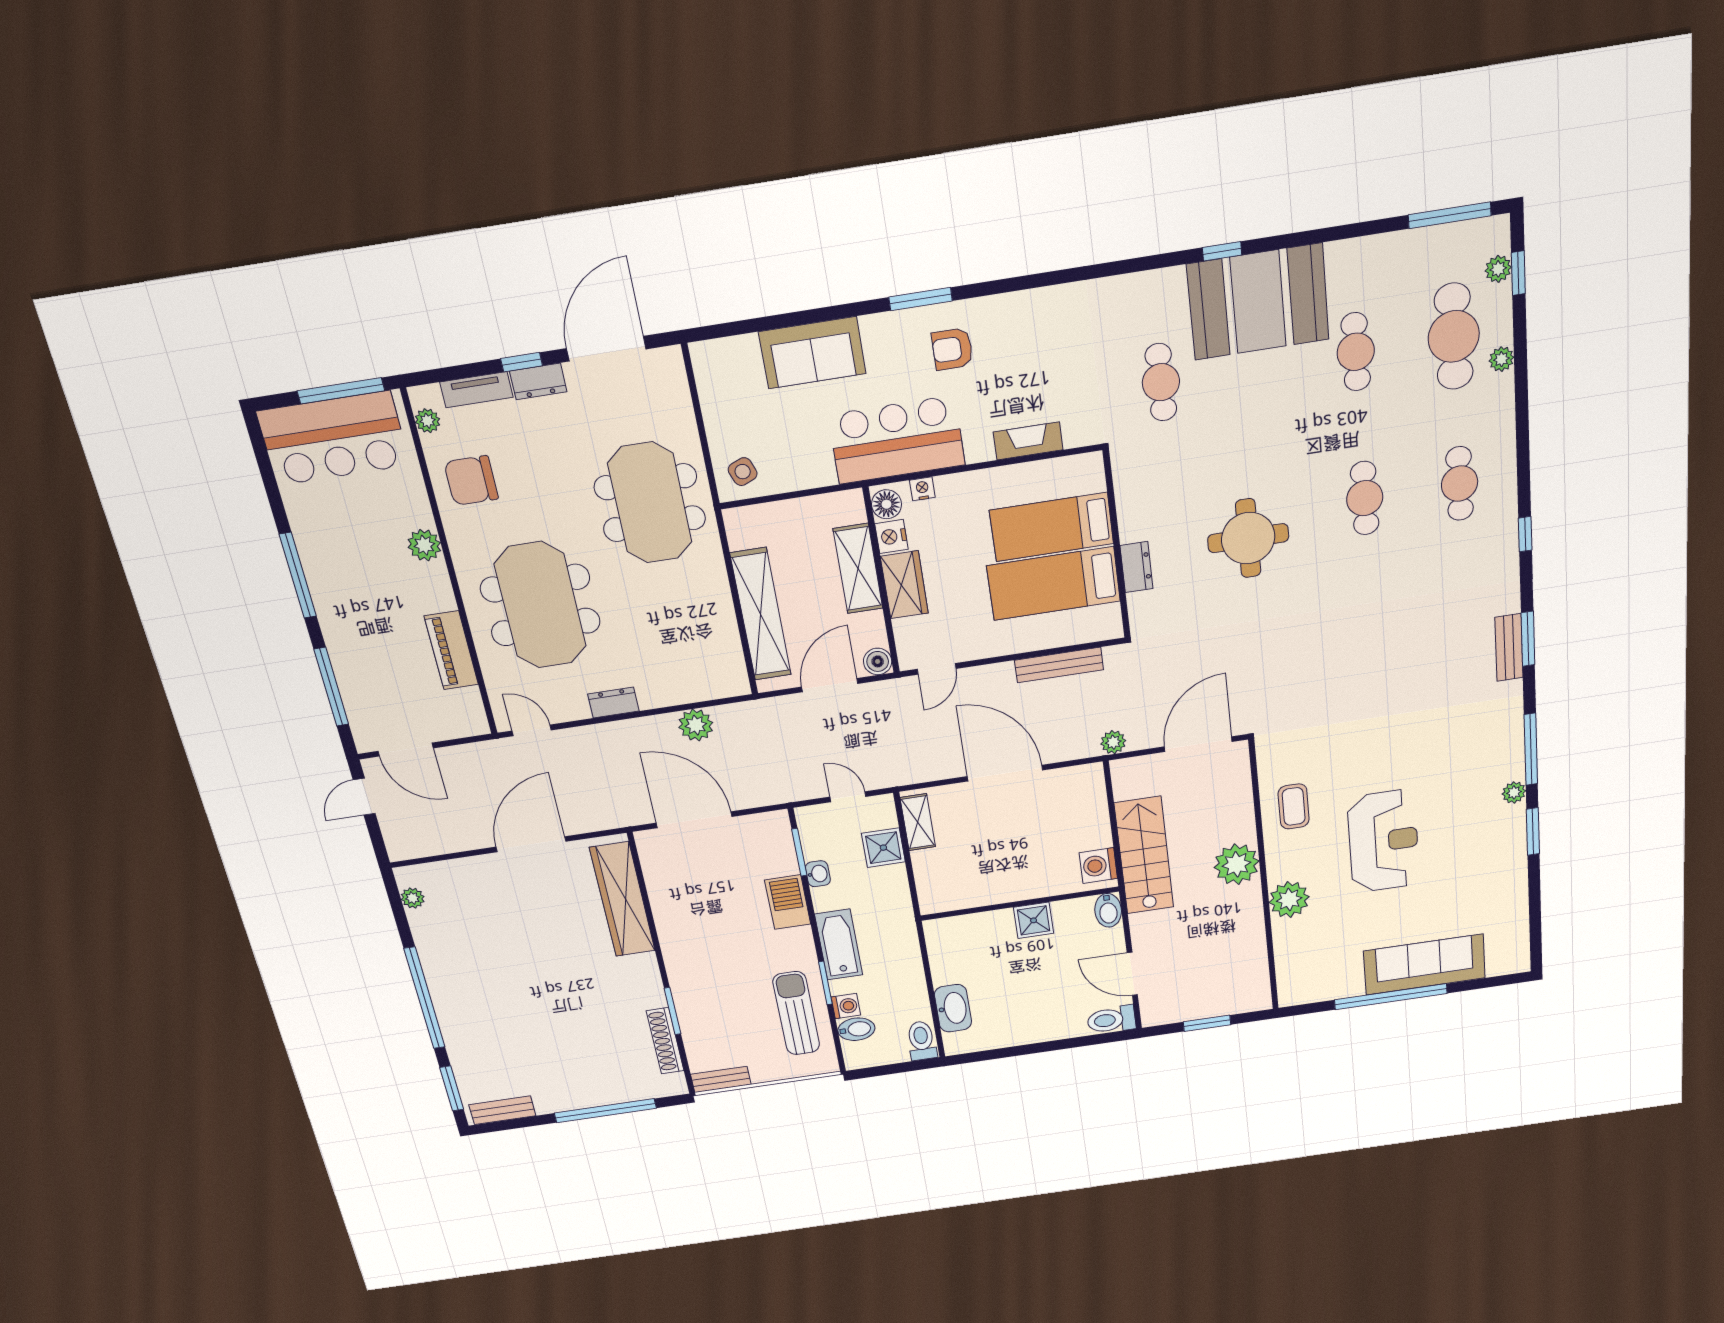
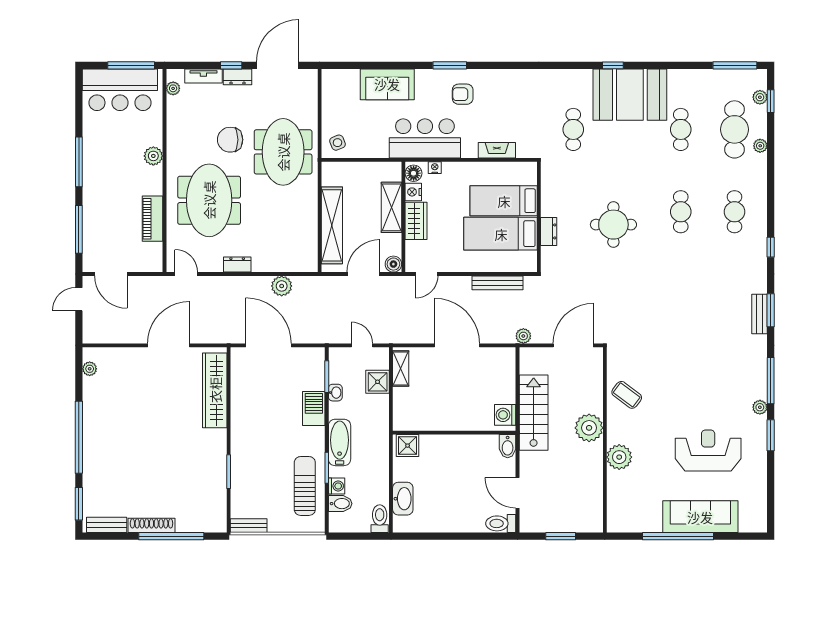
chair: (471, 481) -> (230, 140), moved
coffee table: (1294, 806) -> (627, 395), turned -53
reception desk: (1383, 841) -> (708, 450), moved, turned -90
shower: (1034, 920) -> (408, 446), moved
shoe rack: (665, 1041) -> (151, 525), moved, turned 90

